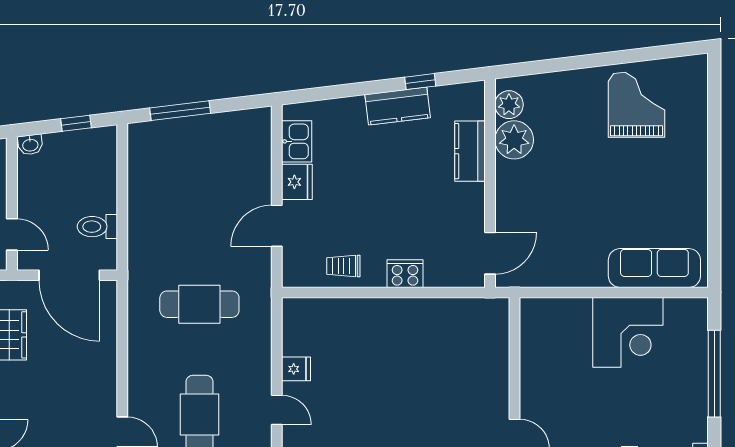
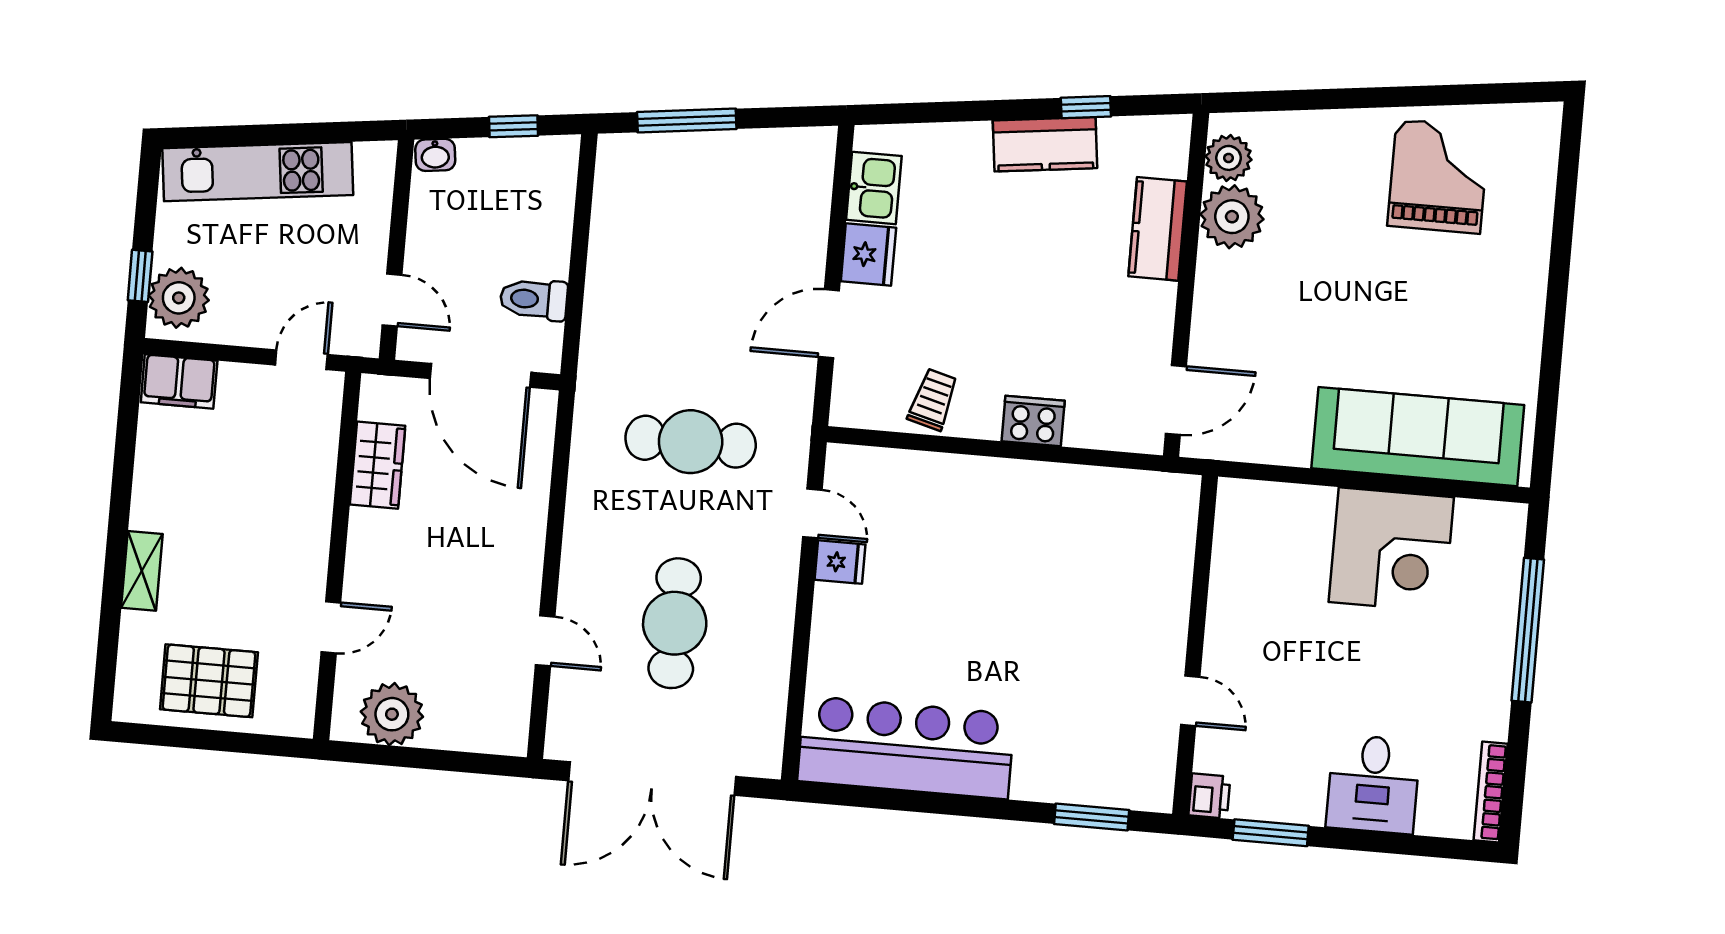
trolley: (343, 266) -> (933, 400), turned 105
sofa: (654, 268) -> (1418, 437), width x1.36, depth x1.27
door: (277, 410) -> (812, 513), moved

